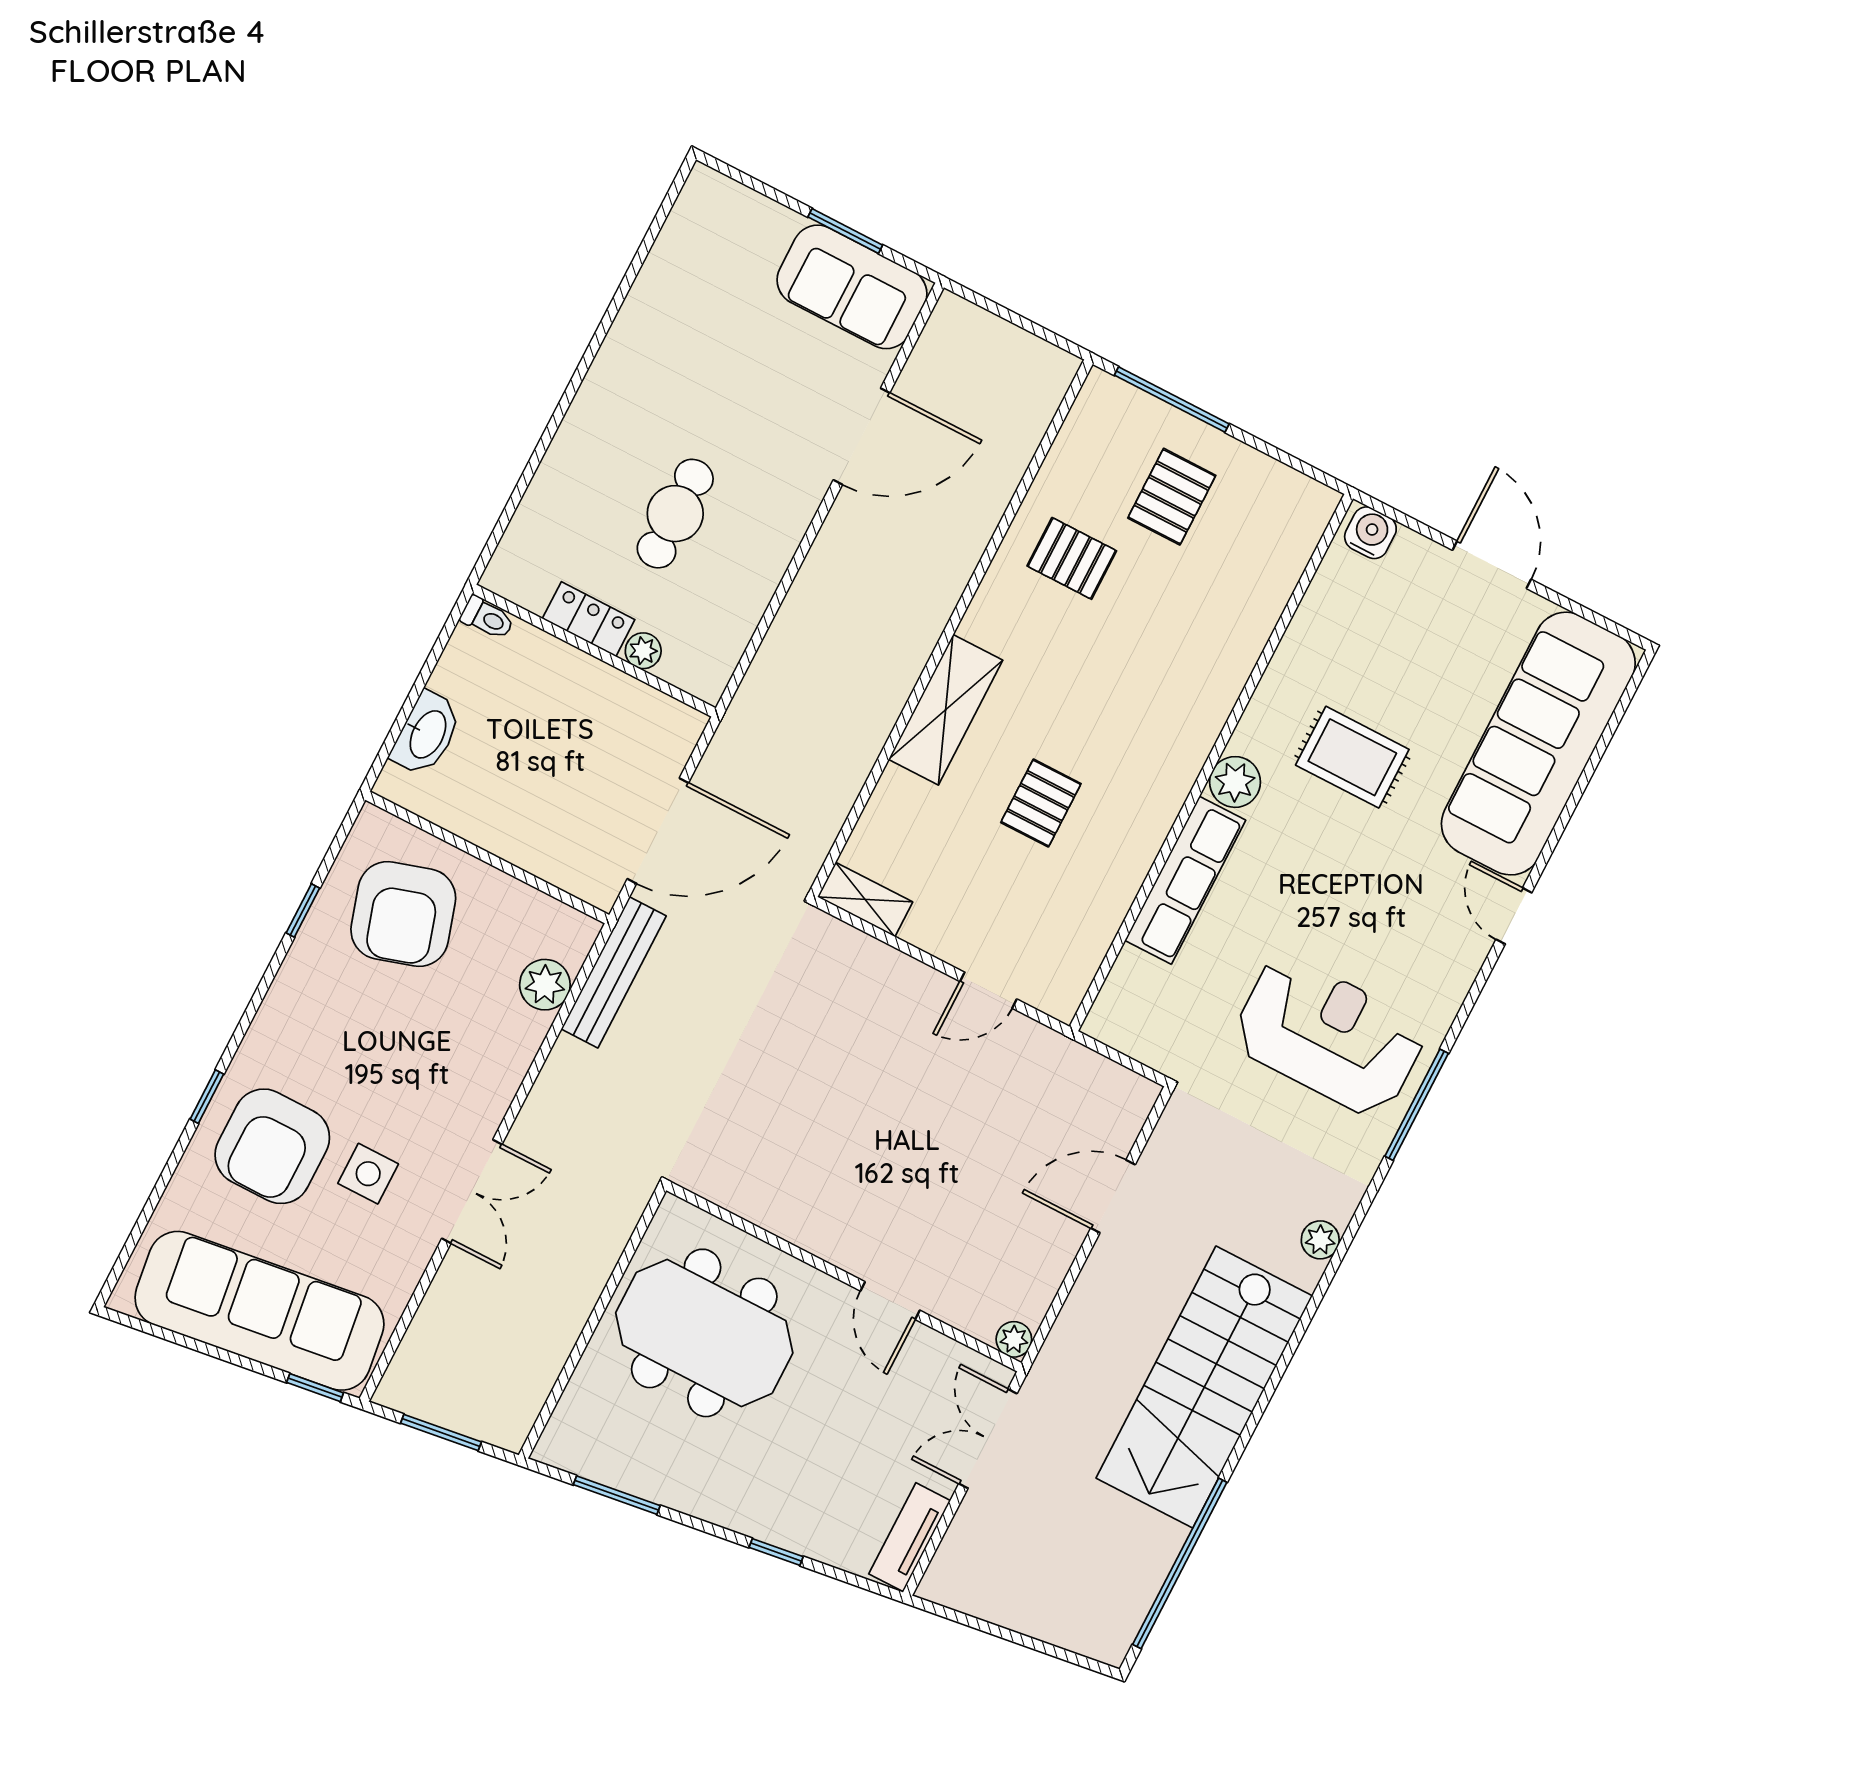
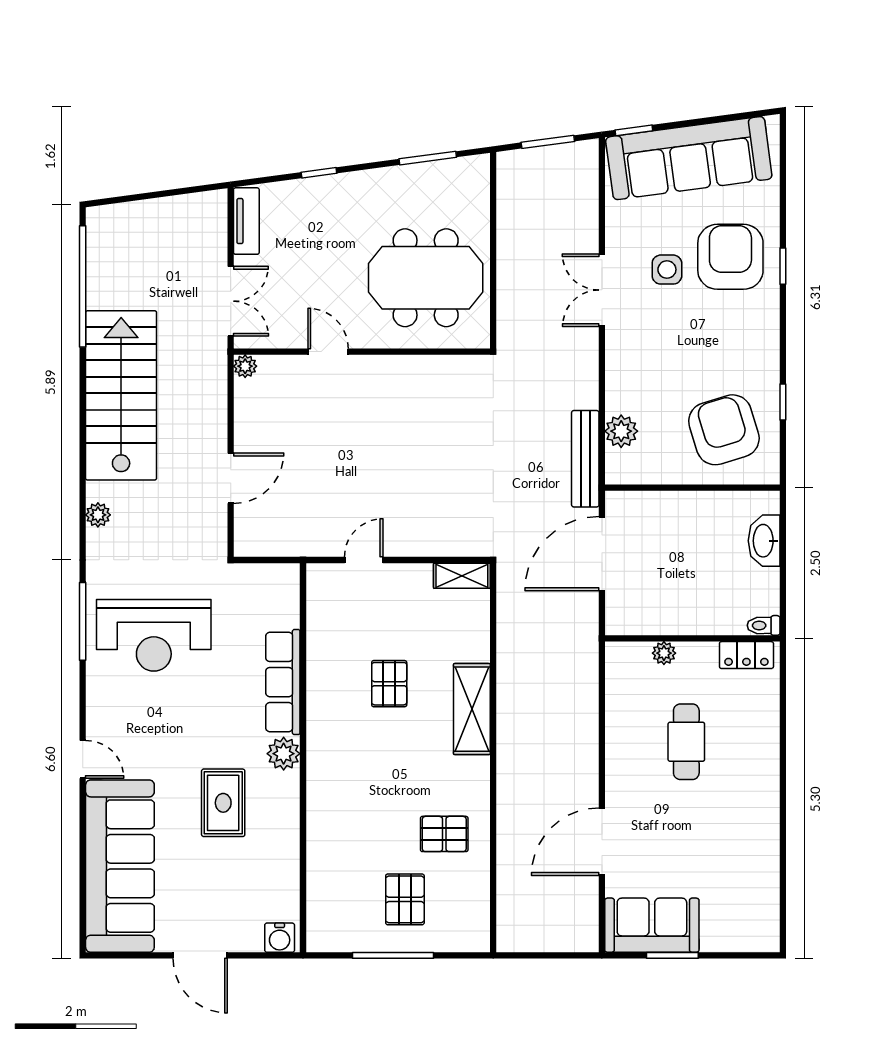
window: (1172, 400) -> (393, 955), moved
locker: (589, 619) -> (746, 655), moved
rug: (1352, 757) -> (223, 803), turned 90

